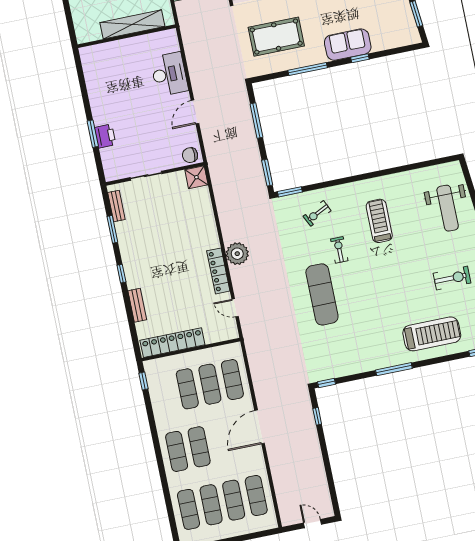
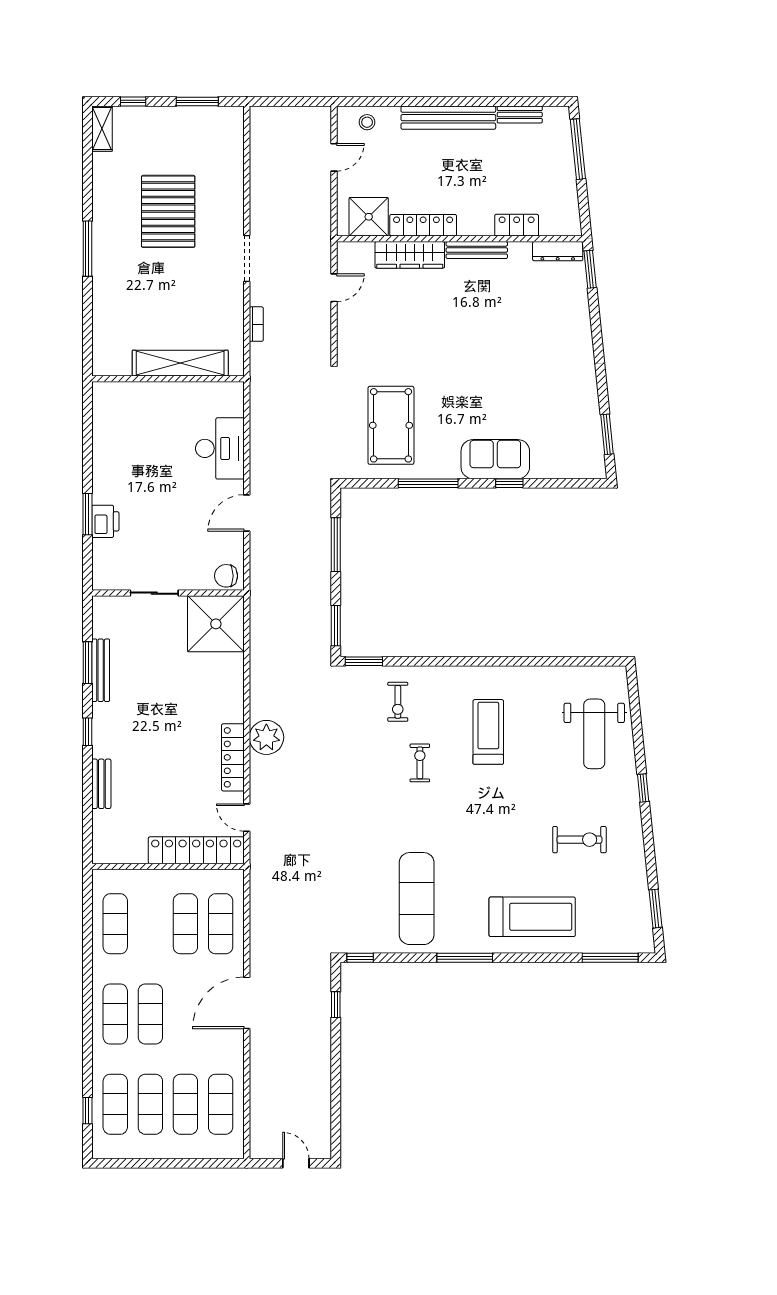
pool table: (276, 37) -> (391, 425), turned 90
shower: (196, 177) -> (216, 624), width x1.86, depth x1.86
bench: (116, 206) -> (101, 670), moved, width x1.36
exercise bike: (317, 213) -> (398, 702), turned -64
exercise mat: (322, 294) -> (417, 899), moved
locker: (172, 343) -> (196, 850), moved
window: (144, 381) -> (87, 1111), moved
exercise mat: (187, 389) -> (115, 924), moved

